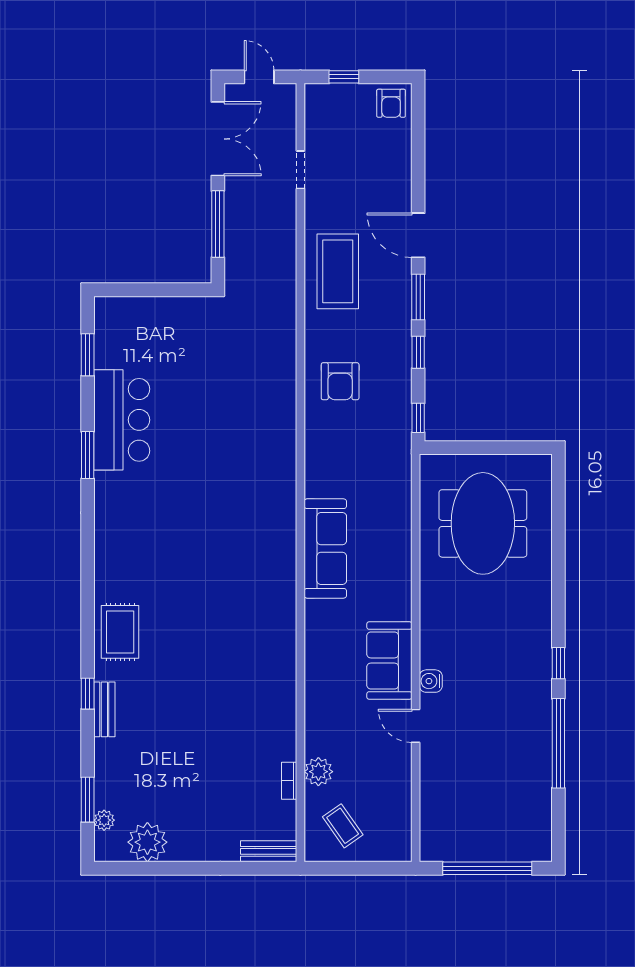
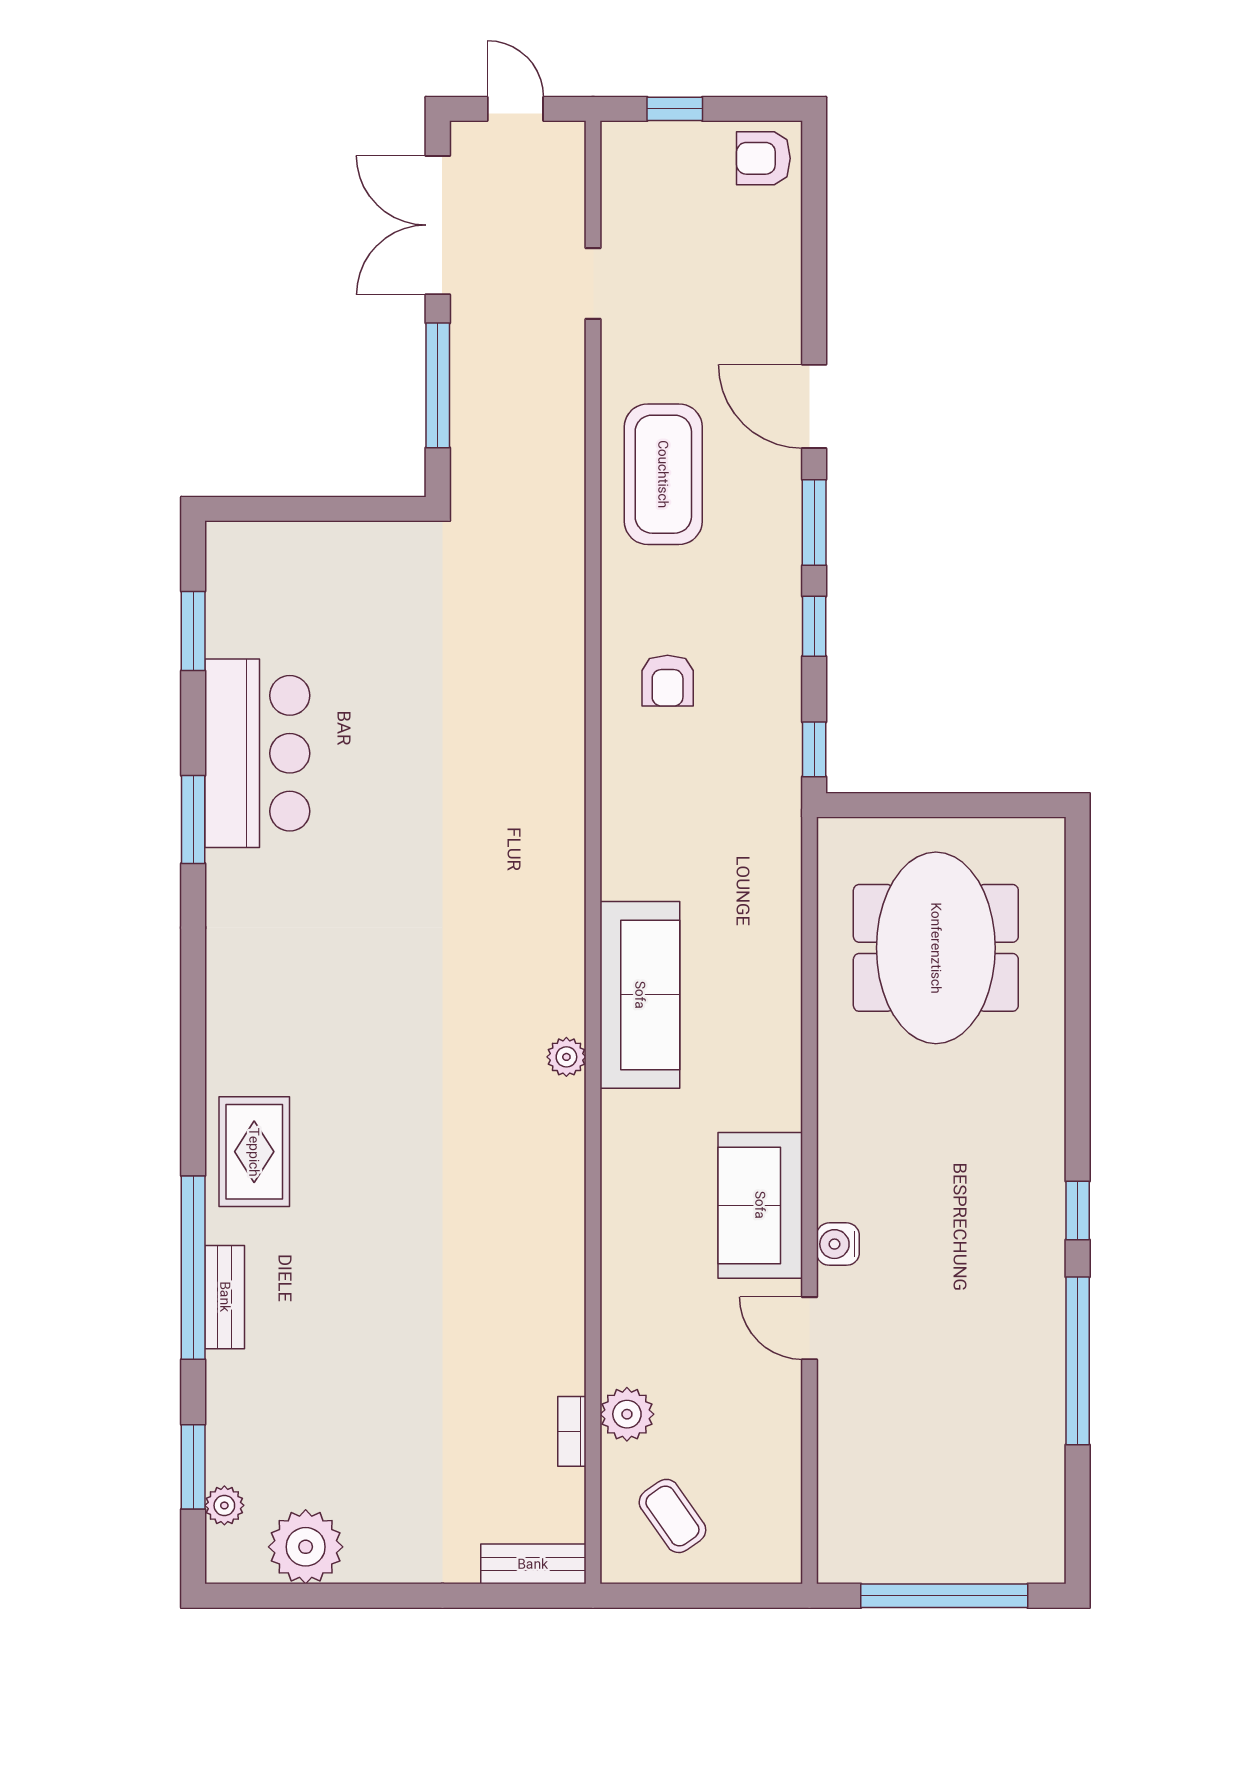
armchair: (391, 103) -> (763, 158), turned 90
double door: (218, 139) -> (438, 225), swing flipped
armchair: (340, 381) -> (668, 681), width x0.72, depth x0.72
plant: (286, 581) -> (566, 1057), added
window: (88, 694) -> (193, 1268), width x3.17

